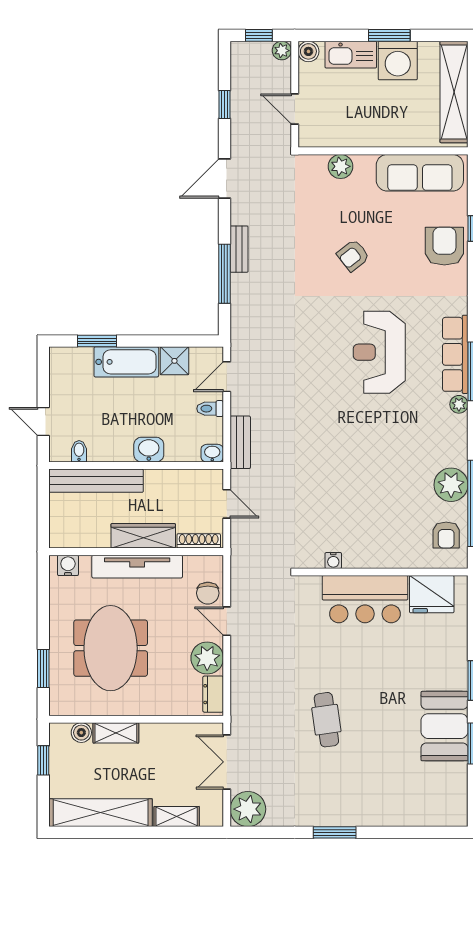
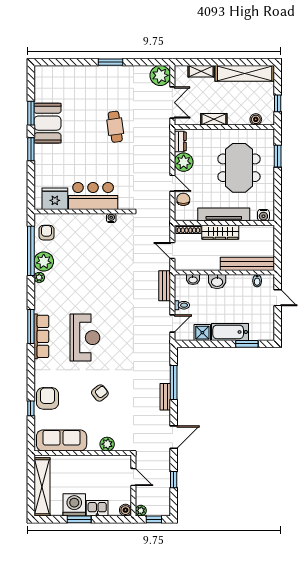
kitchen sink: (351, 55) -> (97, 508), width x0.73
armchair: (444, 246) -> (48, 398), turned 180
plant: (459, 404) -> (39, 277), moved
washbasin: (212, 453) -> (193, 280), moved
shelving: (116, 733) -> (214, 119), moved

